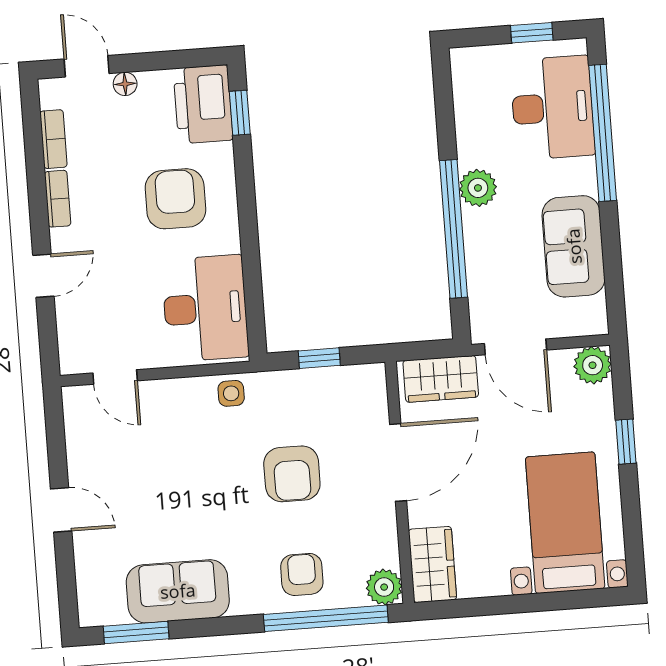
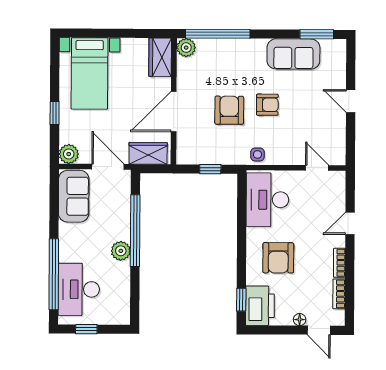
sofa: (574, 246) -> (74, 196), moved
armchair: (302, 574) -> (267, 105), moved, turned -90

